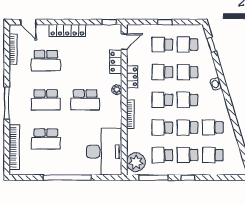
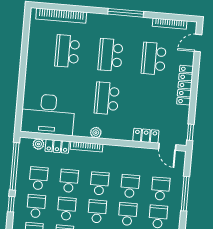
window: (165, 22) -> (185, 194), width x2.17
locker: (132, 77) -> (57, 146), moved
plant: (117, 90) -> (96, 133), moved
window: (7, 103) -> (126, 13), moved
plant: (136, 162) -> (38, 144), width x0.53, depth x0.53
window: (67, 178) -> (23, 71), removed
window: (153, 178) -> (14, 166), width x1.46

